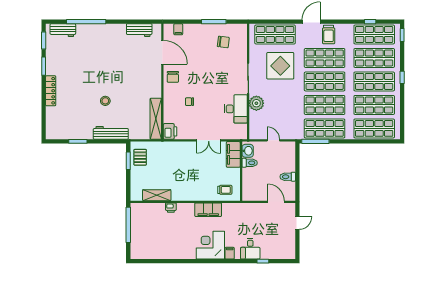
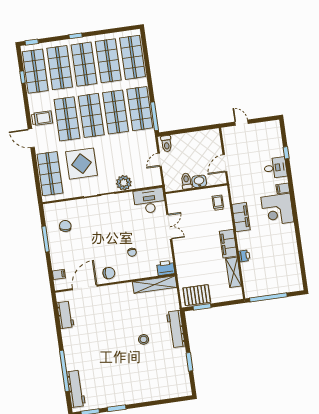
workbench: (63, 30) -> (76, 389), width x1.38
locker: (51, 91) -> (141, 397), removed
desk: (236, 109) -> (149, 201), moved
washbasin: (248, 151) -> (199, 181), moved
filing cabinet: (233, 154) -> (228, 244), moved, turned 90
pallet: (140, 157) -> (197, 295), width x1.50, depth x1.42
toilet: (288, 177) -> (166, 144), moved
door: (276, 202) -> (225, 163), moved

